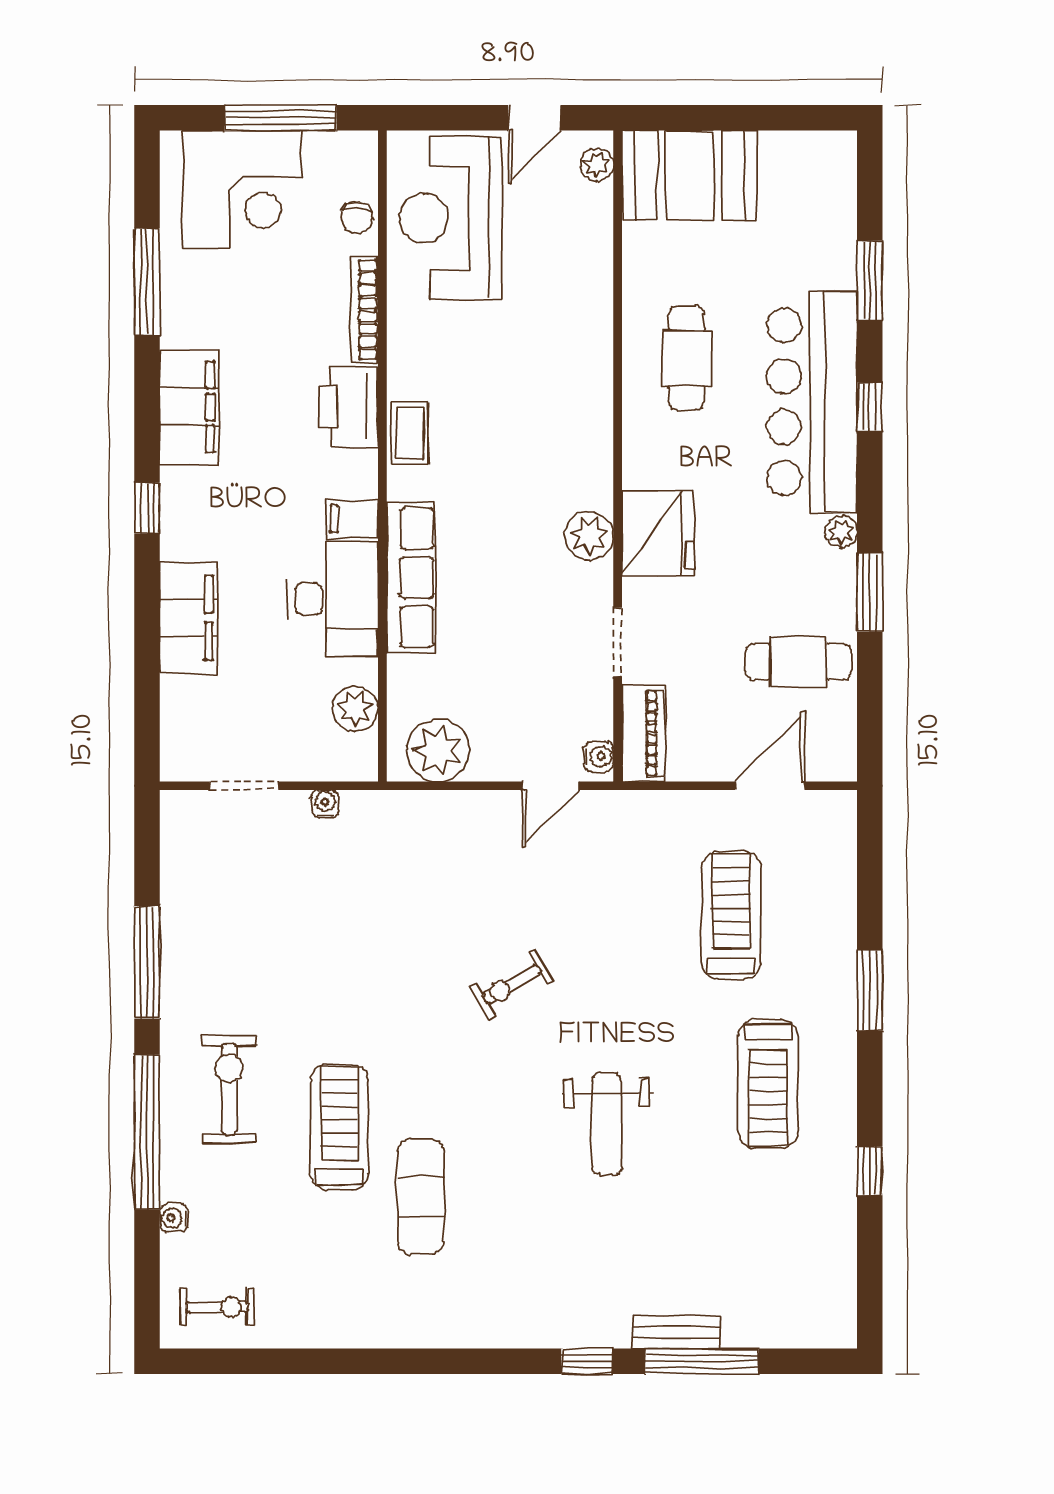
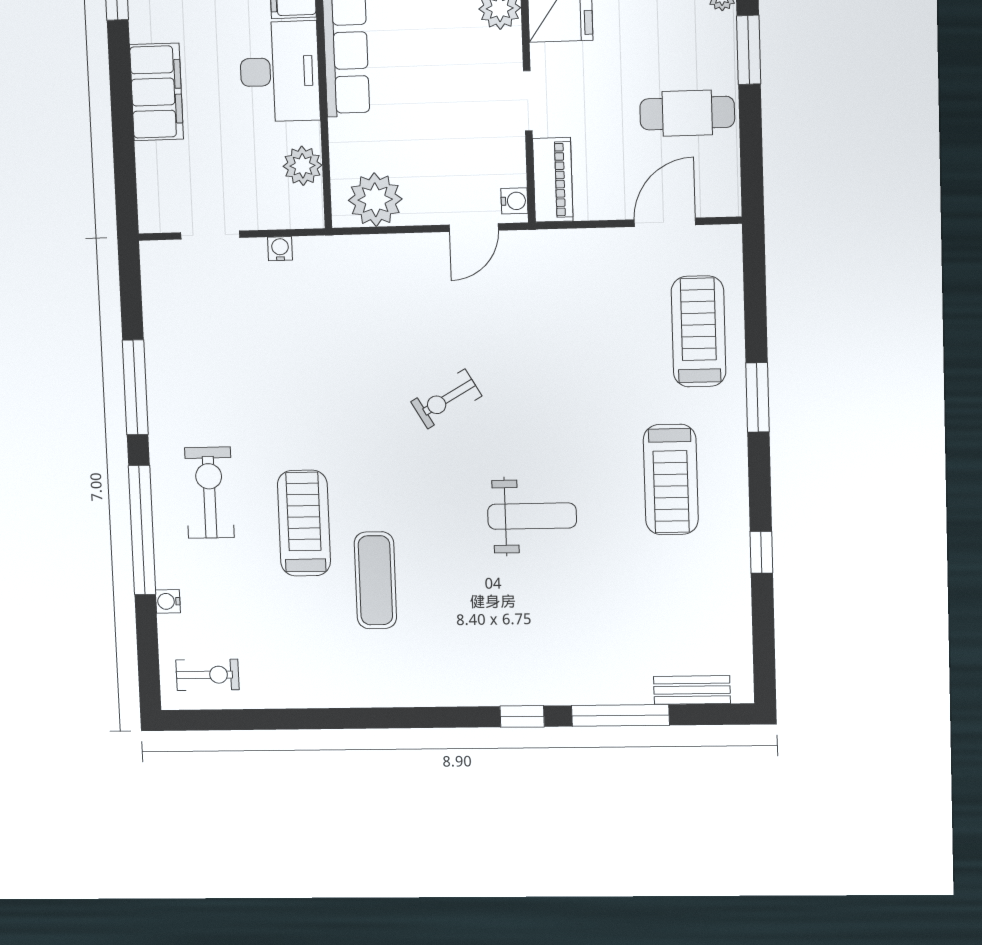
treadmill: (731, 915) -> (699, 331), moved
weight bench: (607, 1124) -> (532, 516), turned -90
bench: (676, 1332) -> (692, 690), moved

